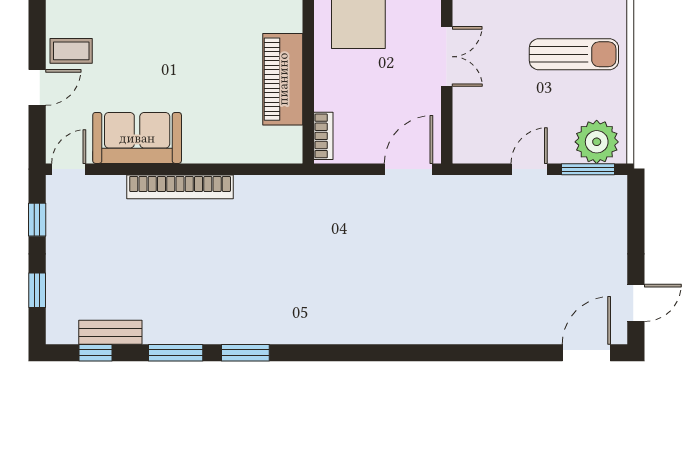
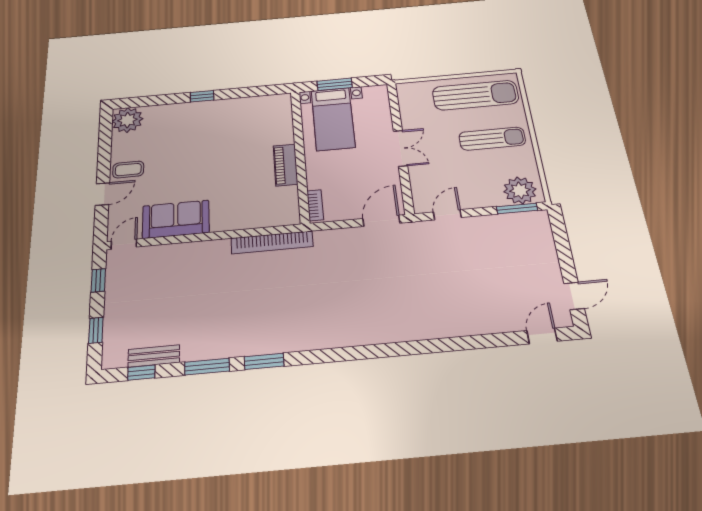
piano: (283, 79) -> (286, 165), width x0.73, depth x0.75
door: (529, 169) -> (447, 215), moved
bookcase: (180, 187) -> (272, 242), moved
door: (586, 353) -> (542, 336), width x0.73

